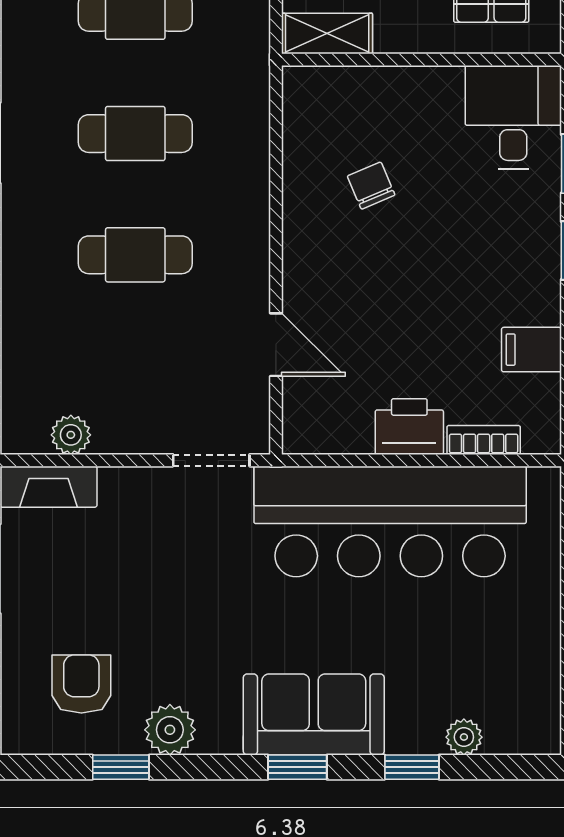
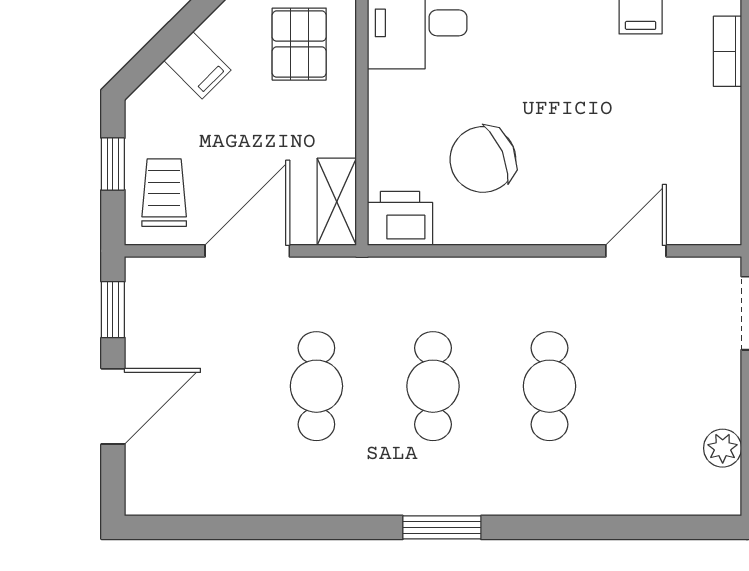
chair: (371, 186) -> (483, 159), width x1.87, depth x1.87
printer: (409, 427) -> (400, 218), moved, turned 90

